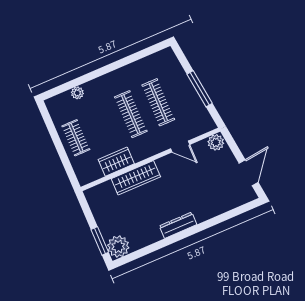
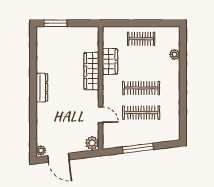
door: (180, 147) -> (101, 115), swing flipped
plant: (118, 246) -> (41, 151), moved, width x0.53, depth x0.53

